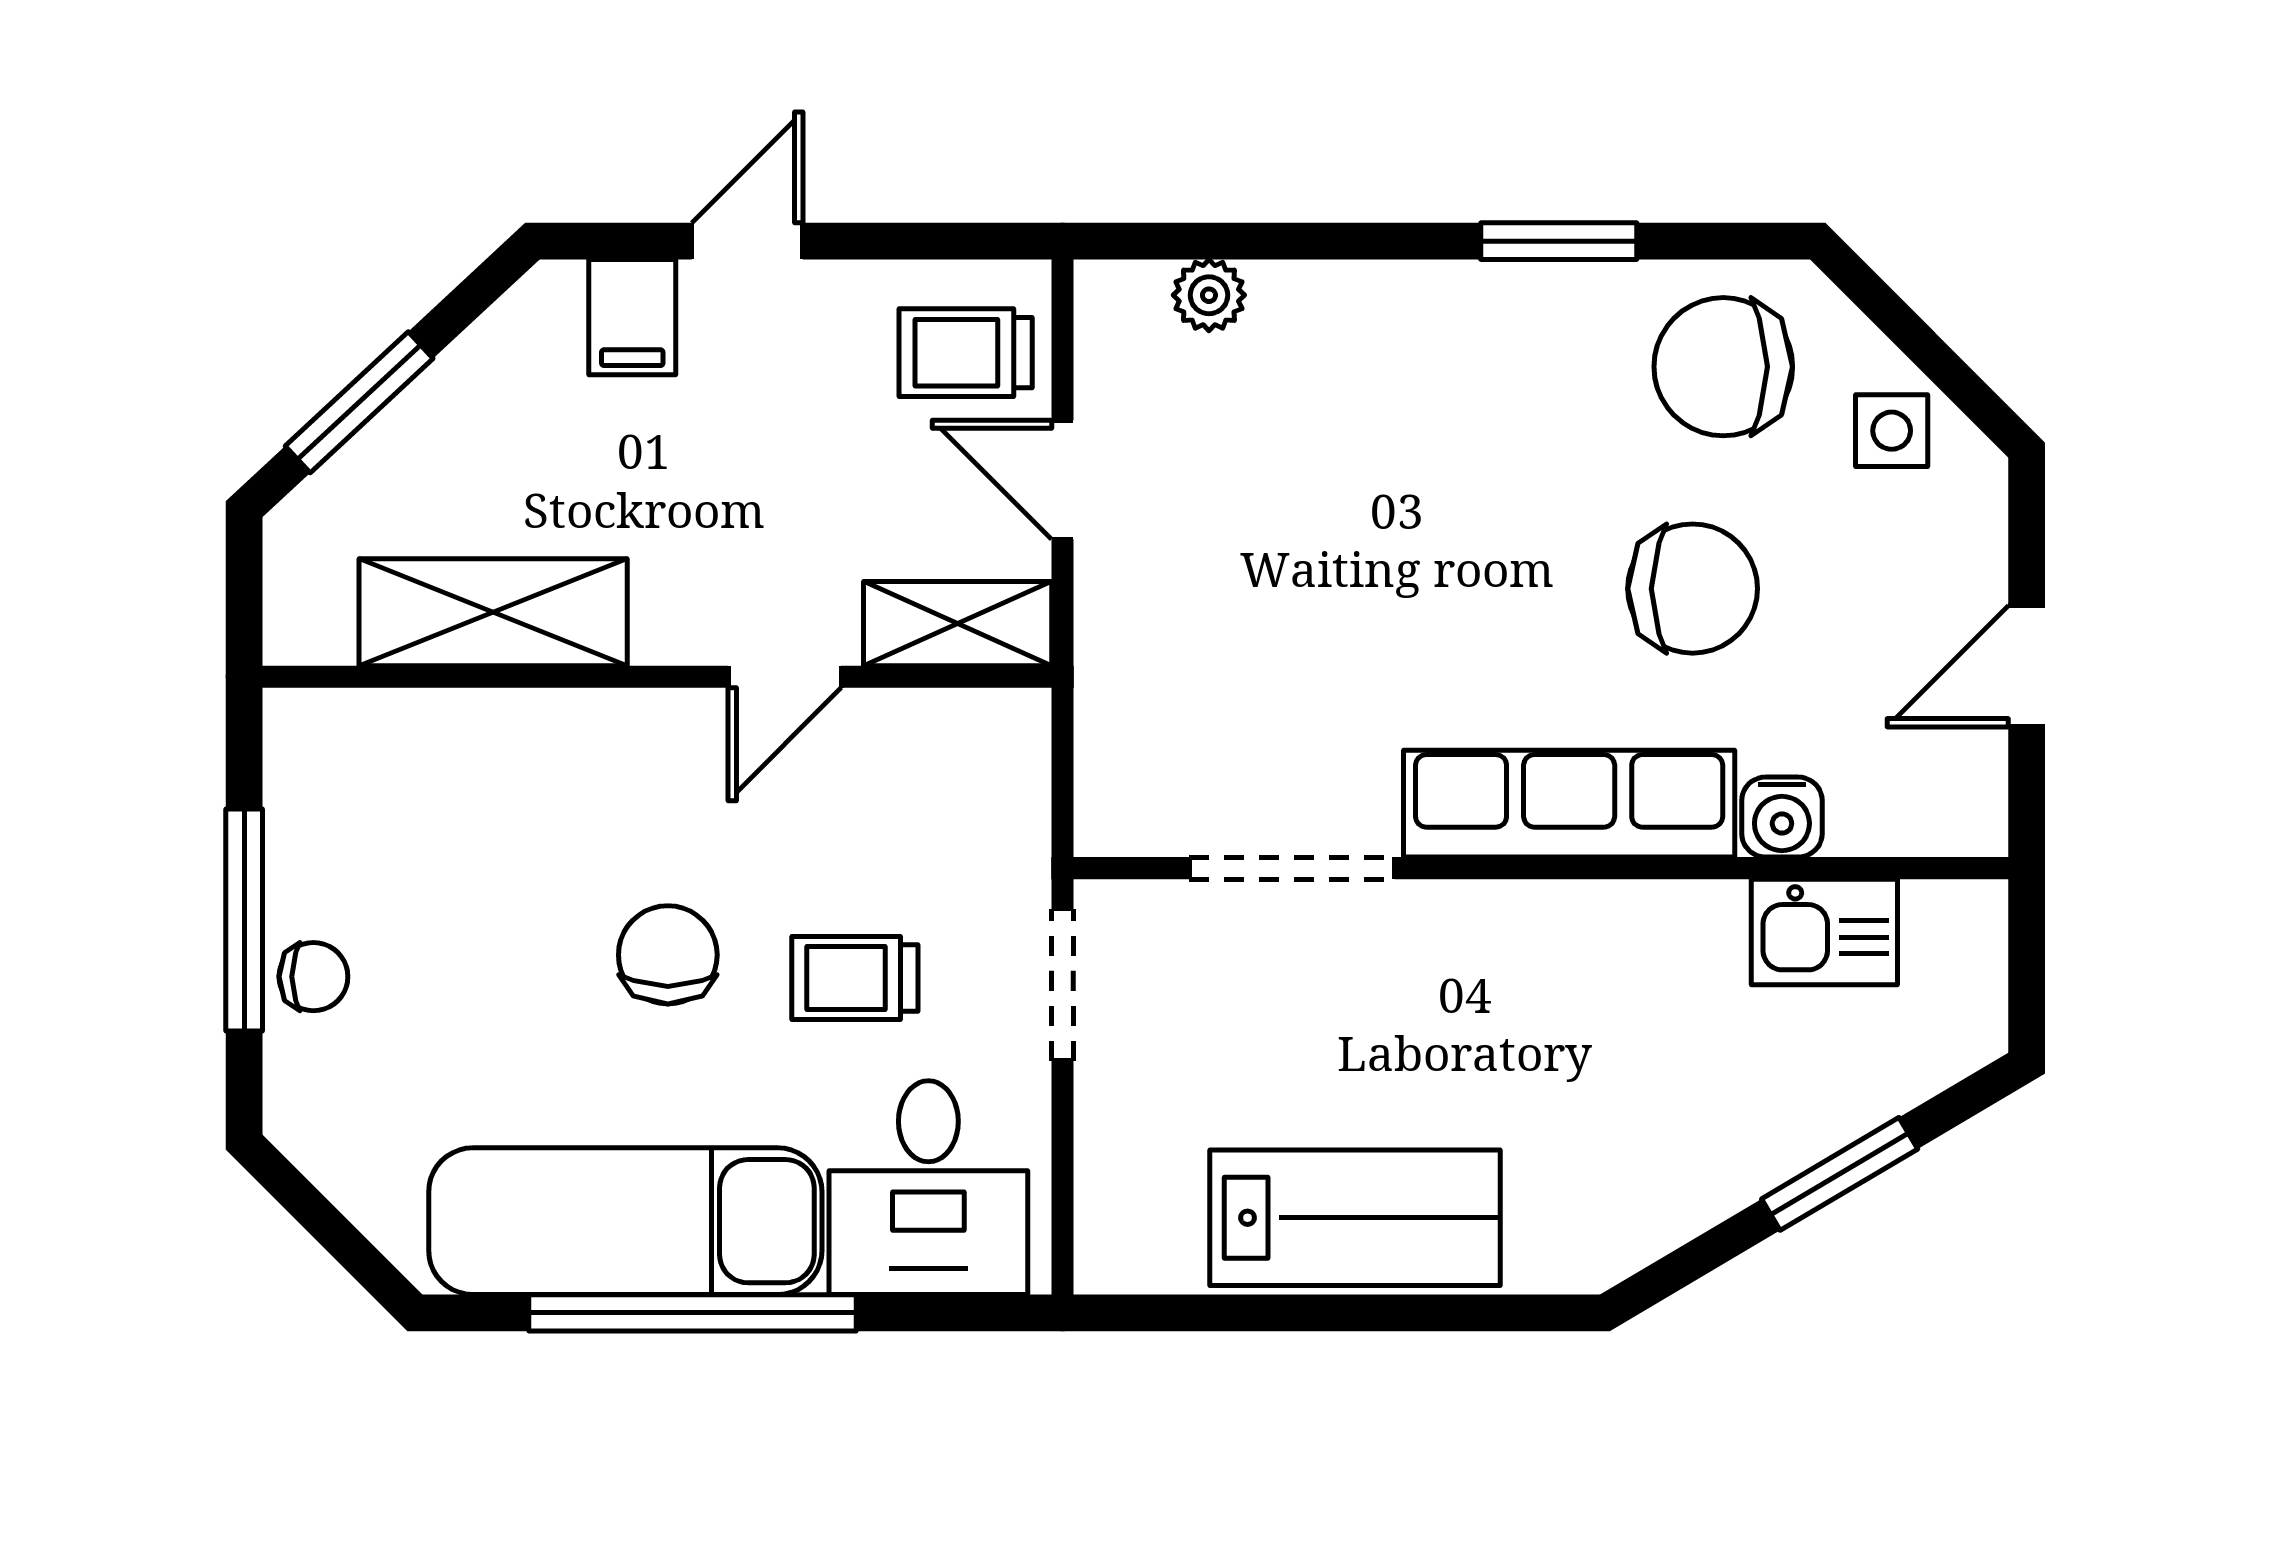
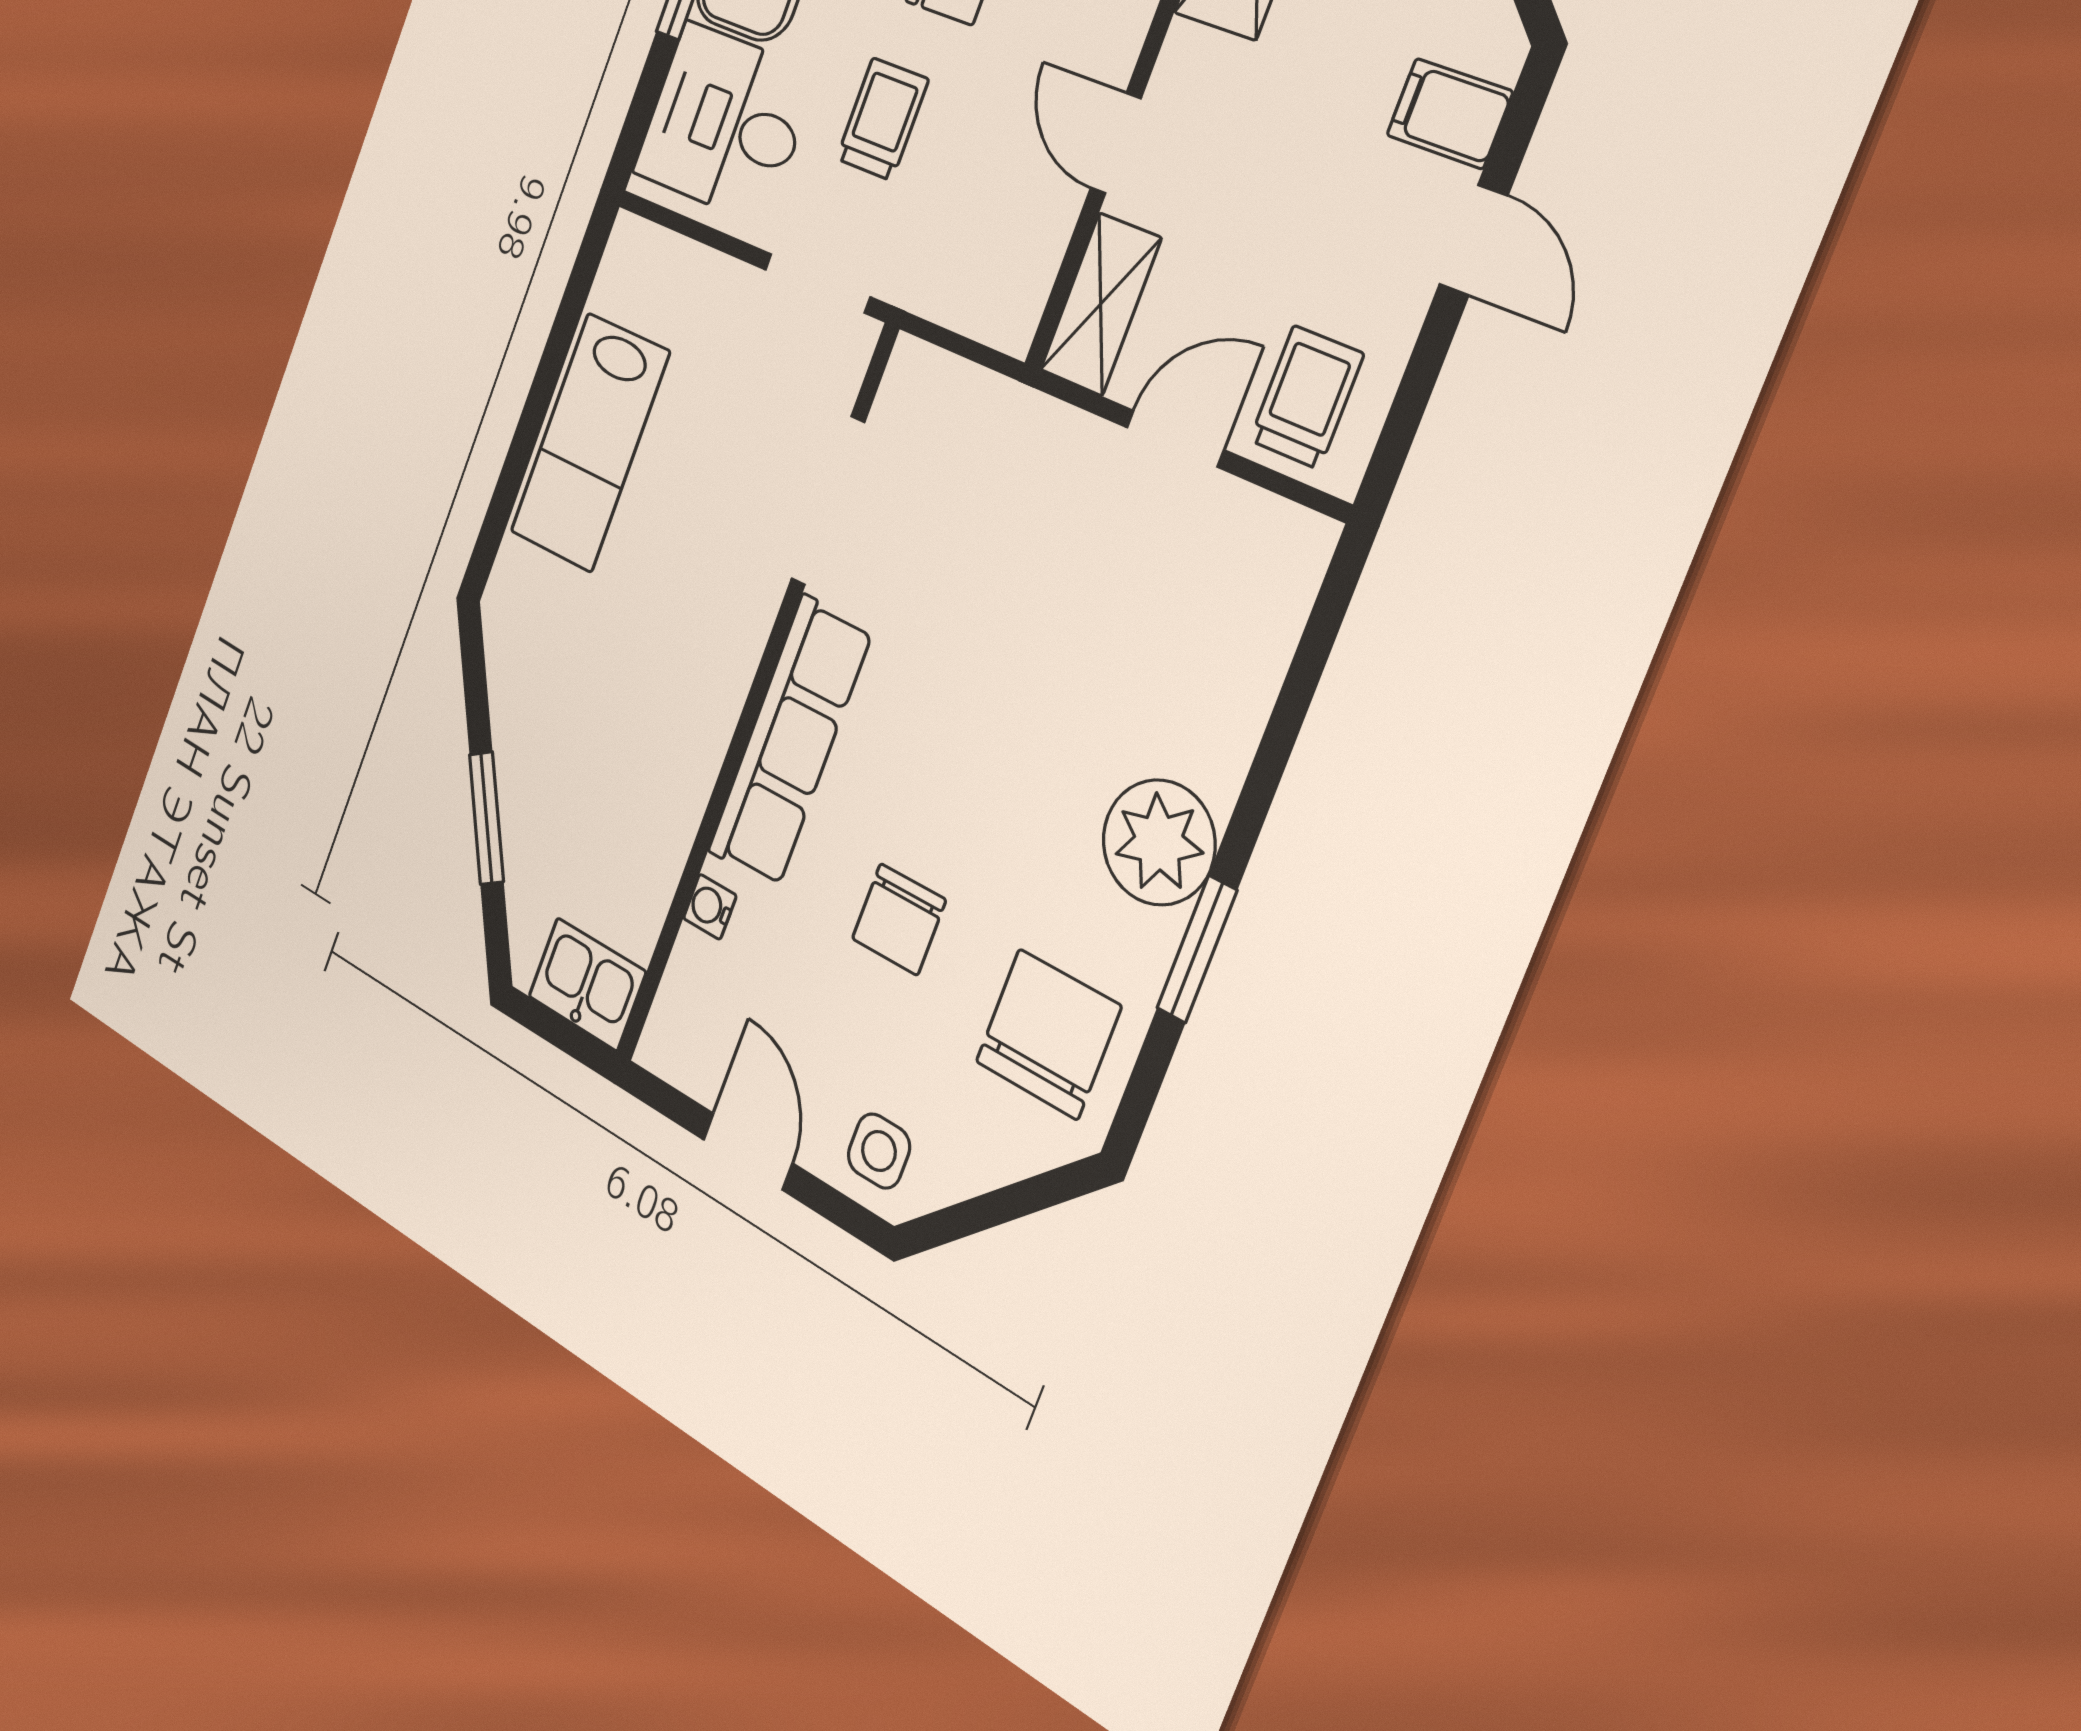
plant: (1209, 295) -> (1159, 842), moved, width x1.87, depth x1.87
side table: (1892, 431) -> (879, 1151), moved
chair: (1693, 589) -> (899, 919), width x0.73, depth x0.73
water cooler: (1782, 817) -> (710, 907), width x0.72, depth x0.72
kitchen sink: (1824, 932) -> (587, 984), moved, turned 90

